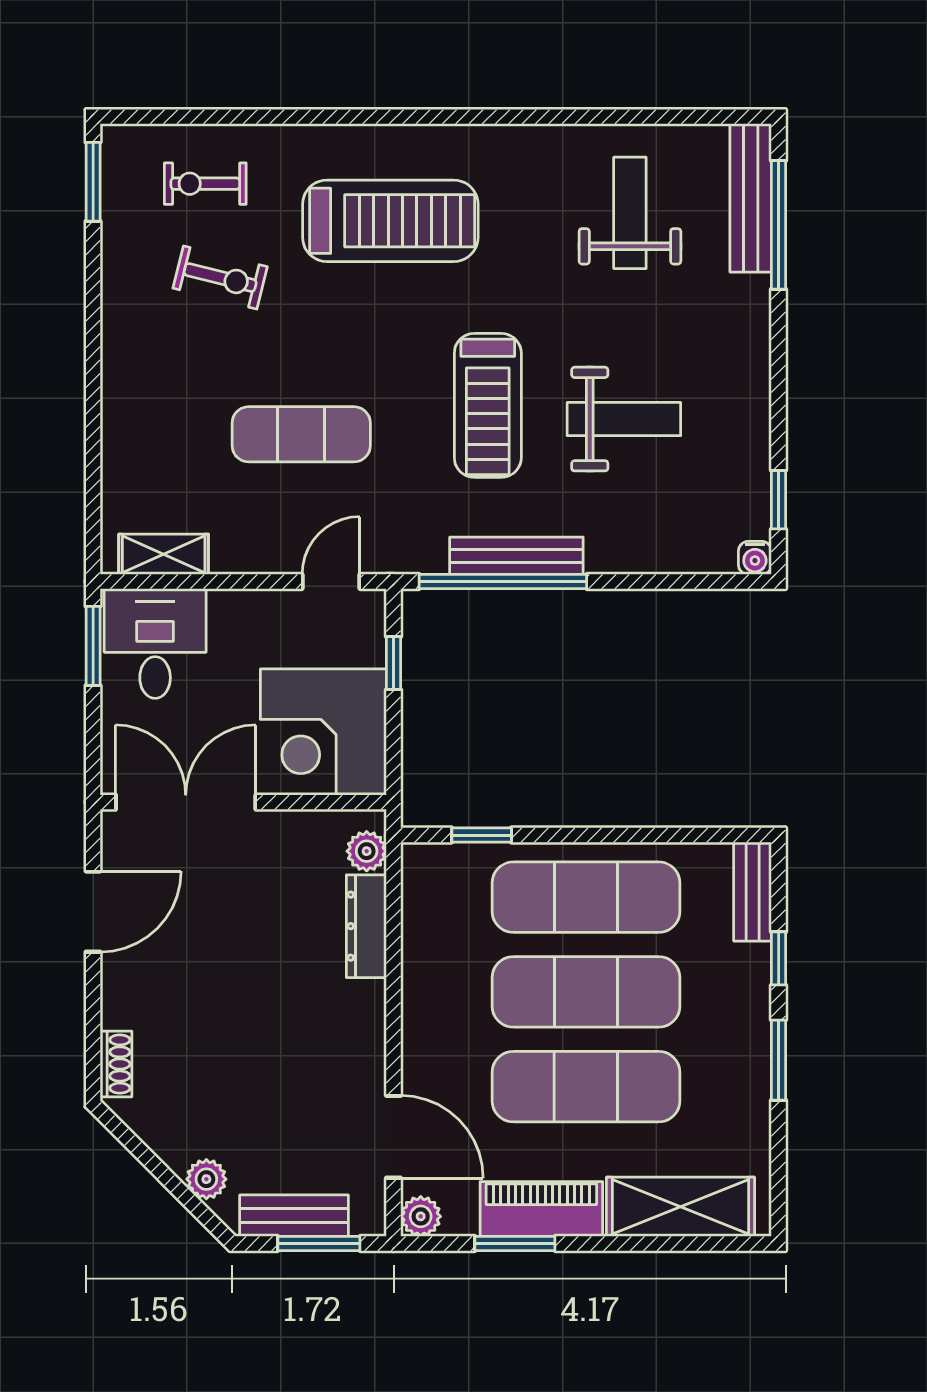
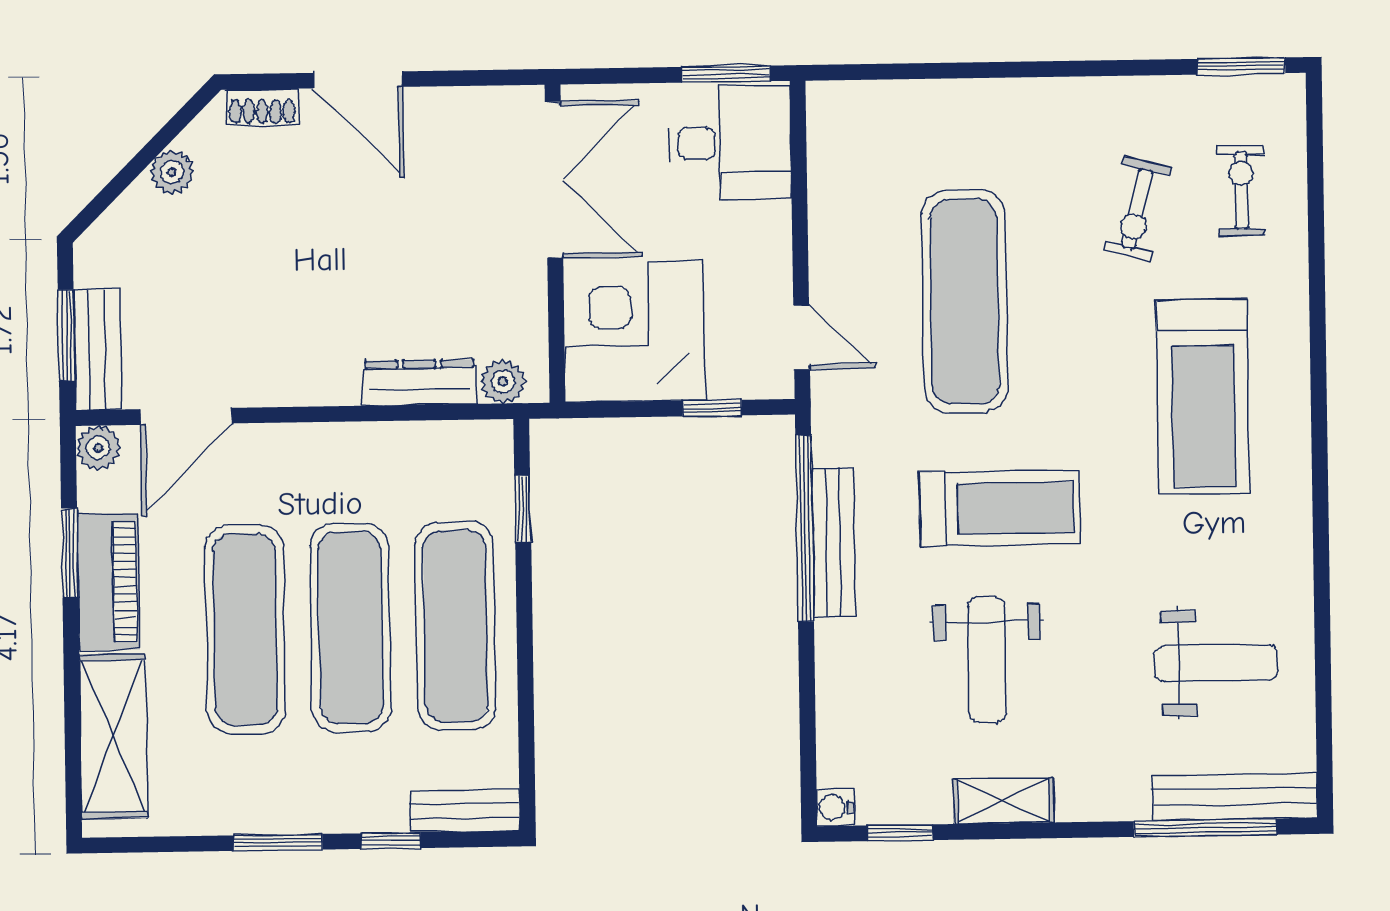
treadmill: (488, 405) -> (1000, 508), turned 180
exercise mat: (301, 434) -> (965, 302), width x1.36, depth x1.45
shelving: (164, 554) -> (1004, 801), moved, turned 90
door: (93, 912) -> (358, 80), moved
plant: (206, 1179) -> (172, 172), moved
bench: (294, 1216) -> (97, 350), moved

